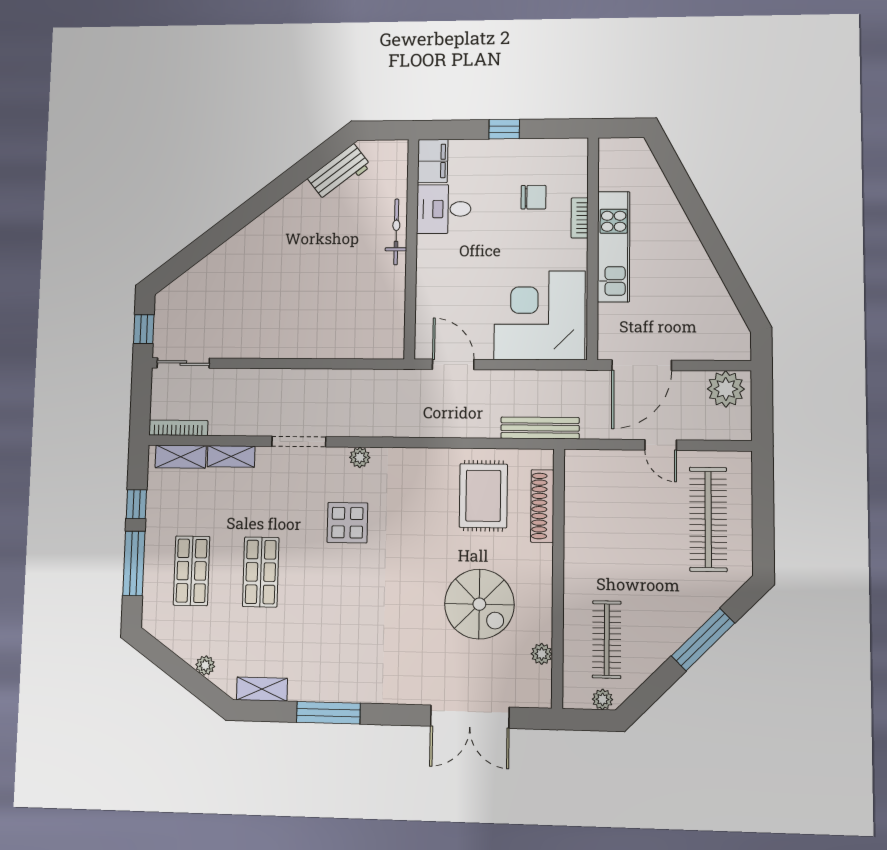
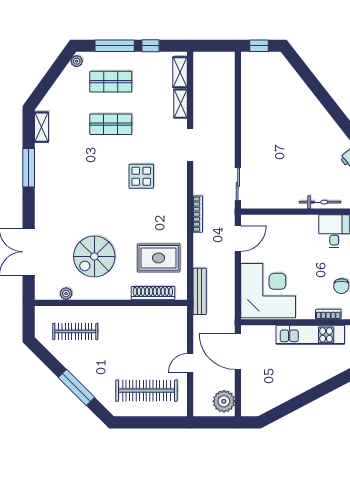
sliding door: (183, 363) -> (238, 184), moved
bookcase: (178, 428) -> (198, 214), moved
plant: (360, 457) -> (181, 183), removed
plant: (205, 665) -> (77, 61), moved
plant: (603, 699) -> (41, 329), removed

